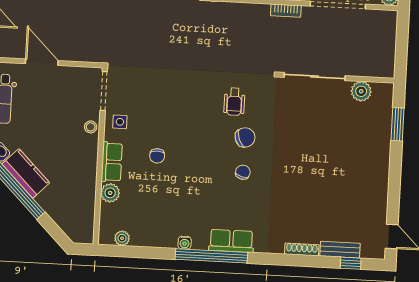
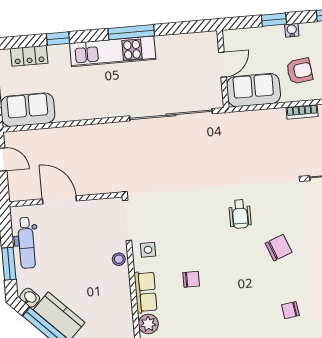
wheelchair: (234, 102) -> (240, 214), moved
chair: (157, 156) -> (191, 279), turned -90
chair: (243, 172) -> (290, 310), moved, turned -113

